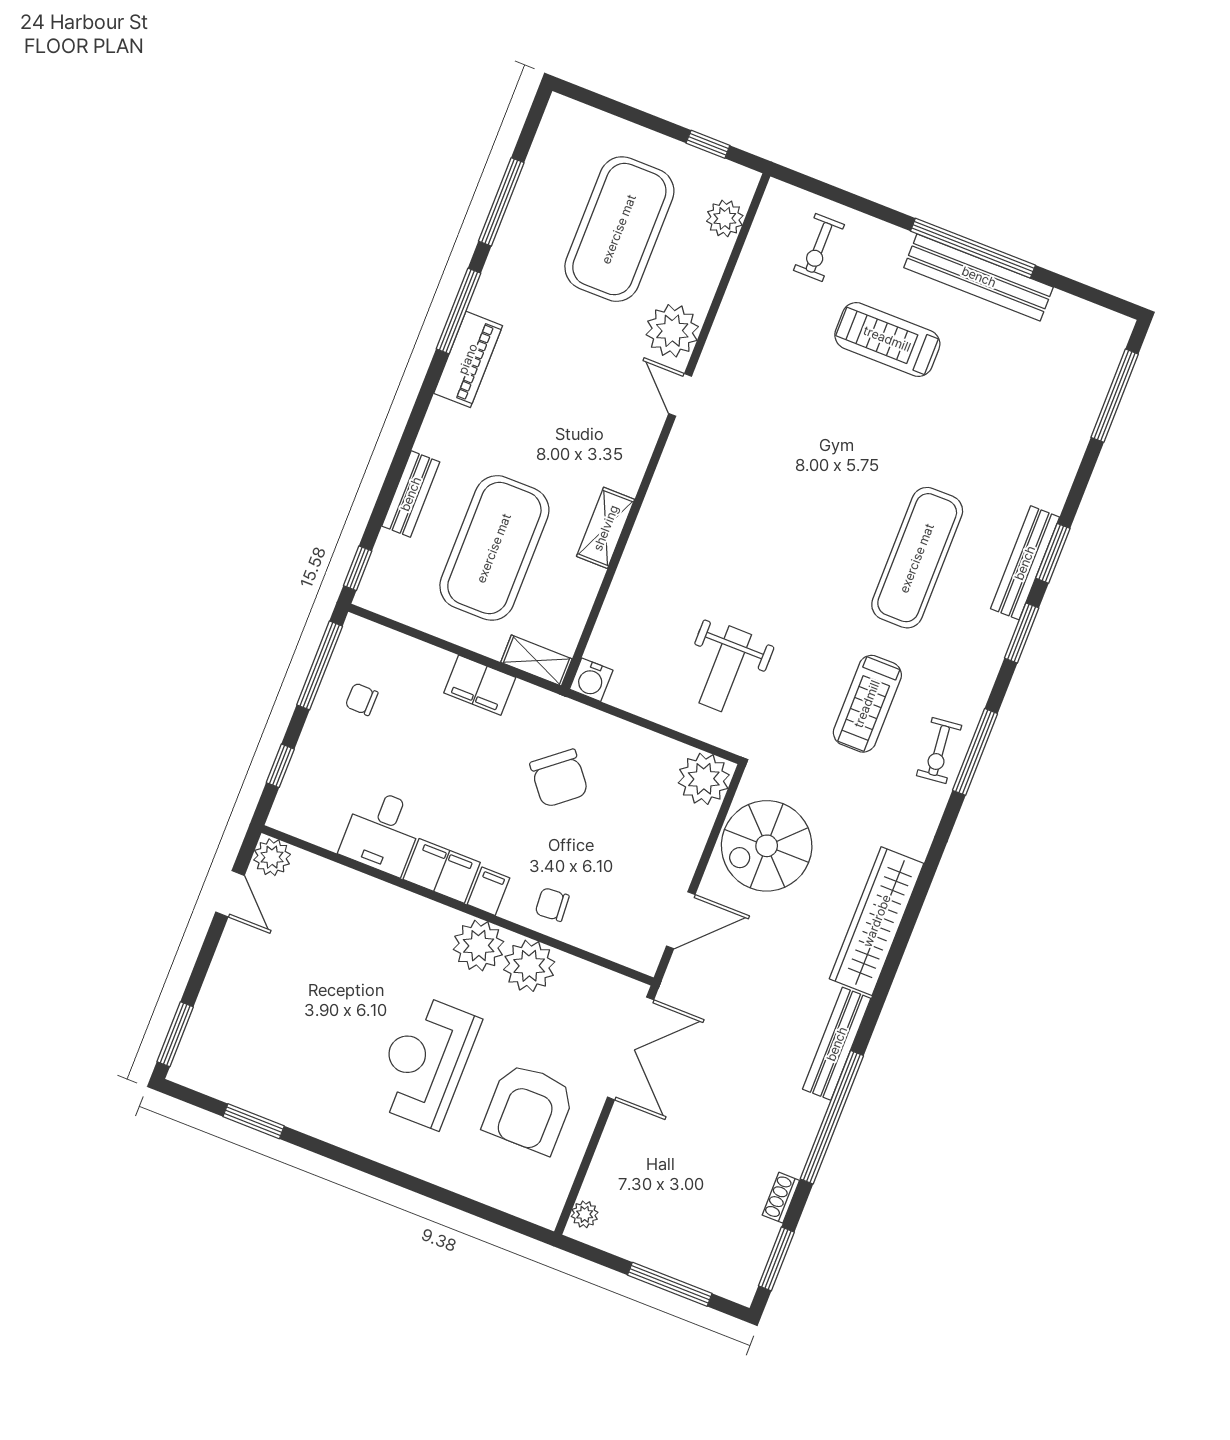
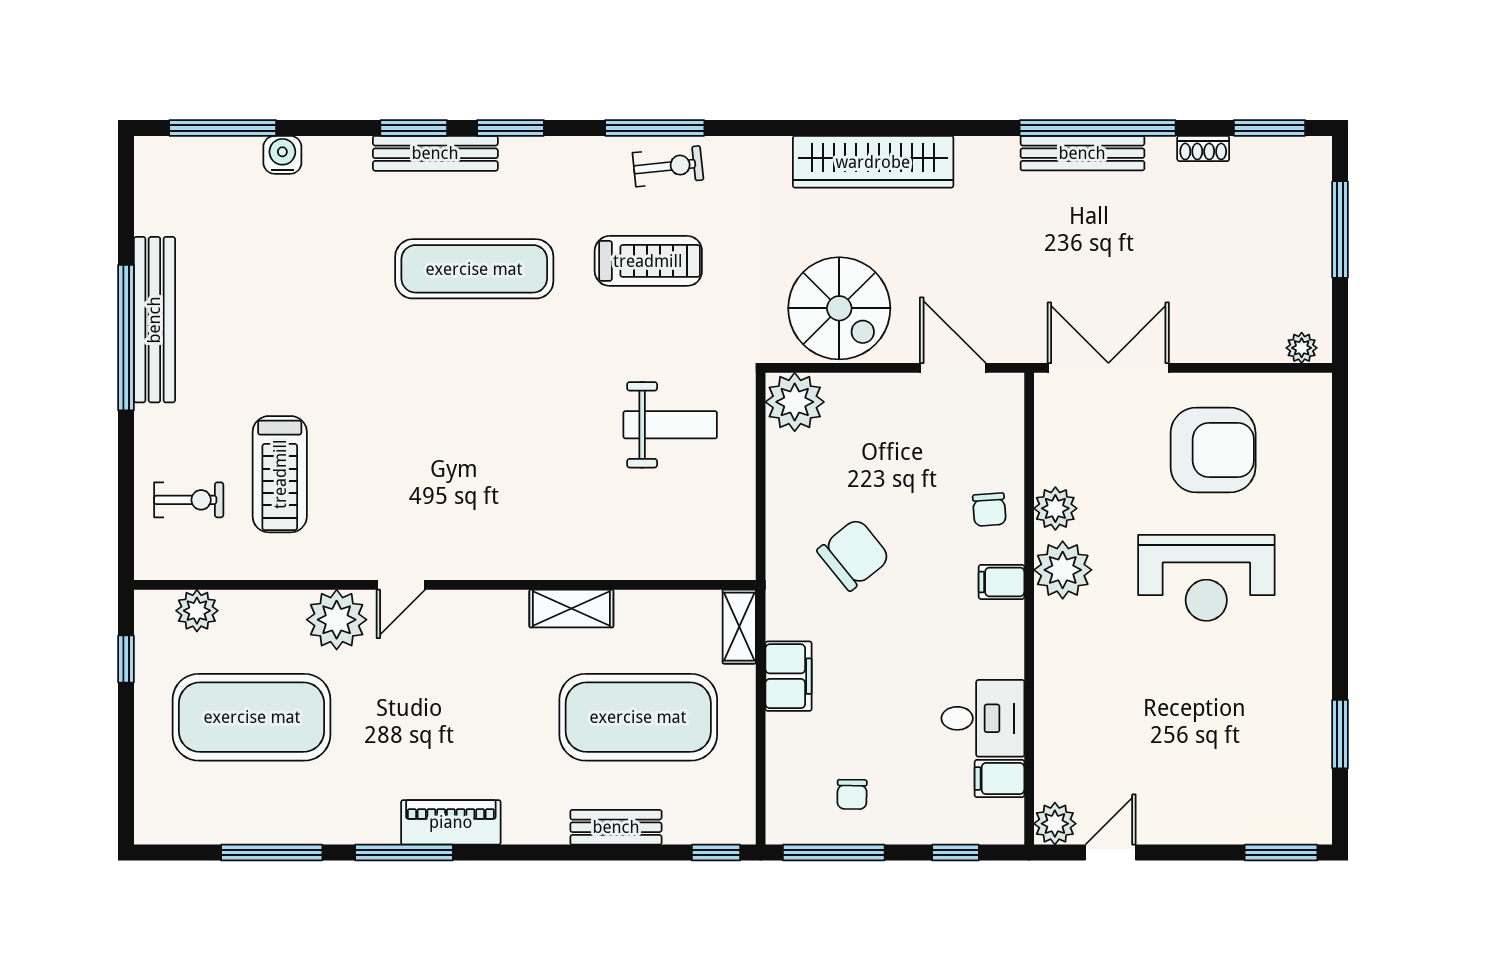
treadmill: (887, 339) -> (280, 474), moved
water cooler: (591, 680) -> (282, 155), moved, turned -90
filing cabinet: (442, 871) -> (999, 779), moved, width x0.50
plant: (529, 966) -> (1055, 508), width x0.73, depth x0.73
bench: (837, 1044) -> (1082, 153), moved

